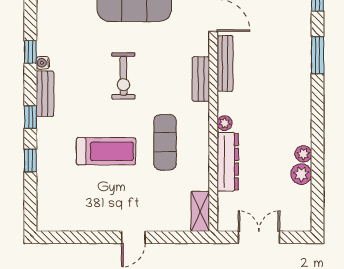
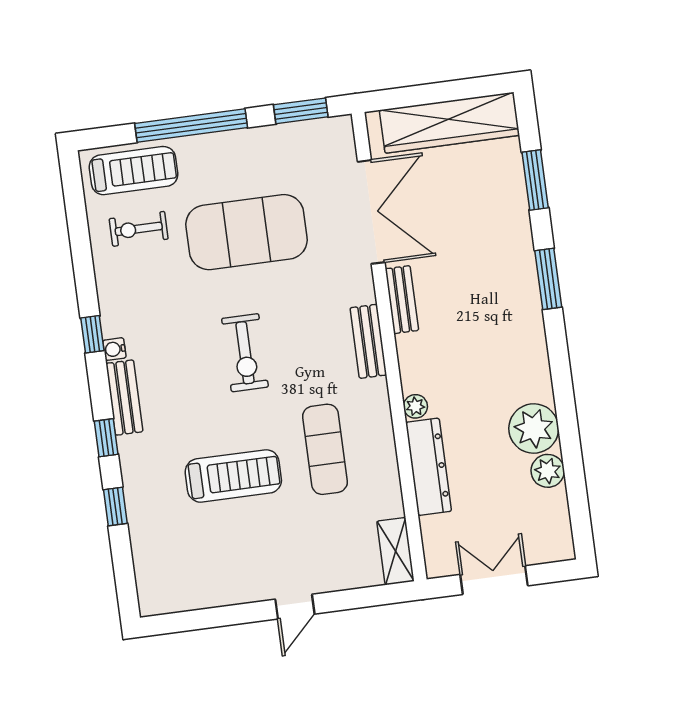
bench: (225, 63) -> (402, 300), width x0.73
plant: (303, 154) -> (534, 428), width x1.87, depth x1.87

